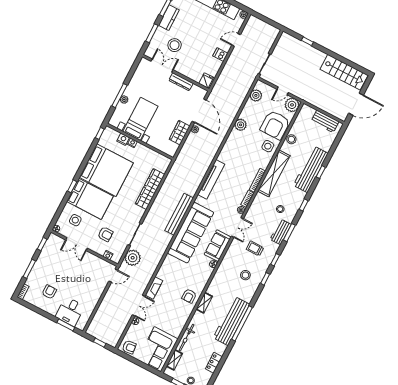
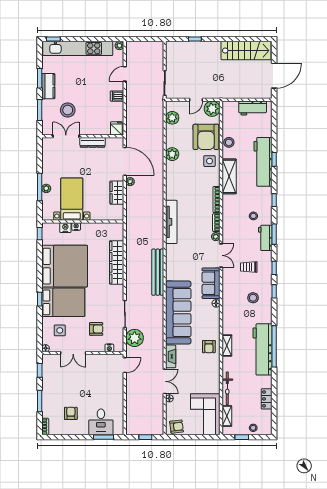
shelving: (274, 173) -> (229, 176), width x0.68
sofa: (191, 233) -> (178, 313), moved

